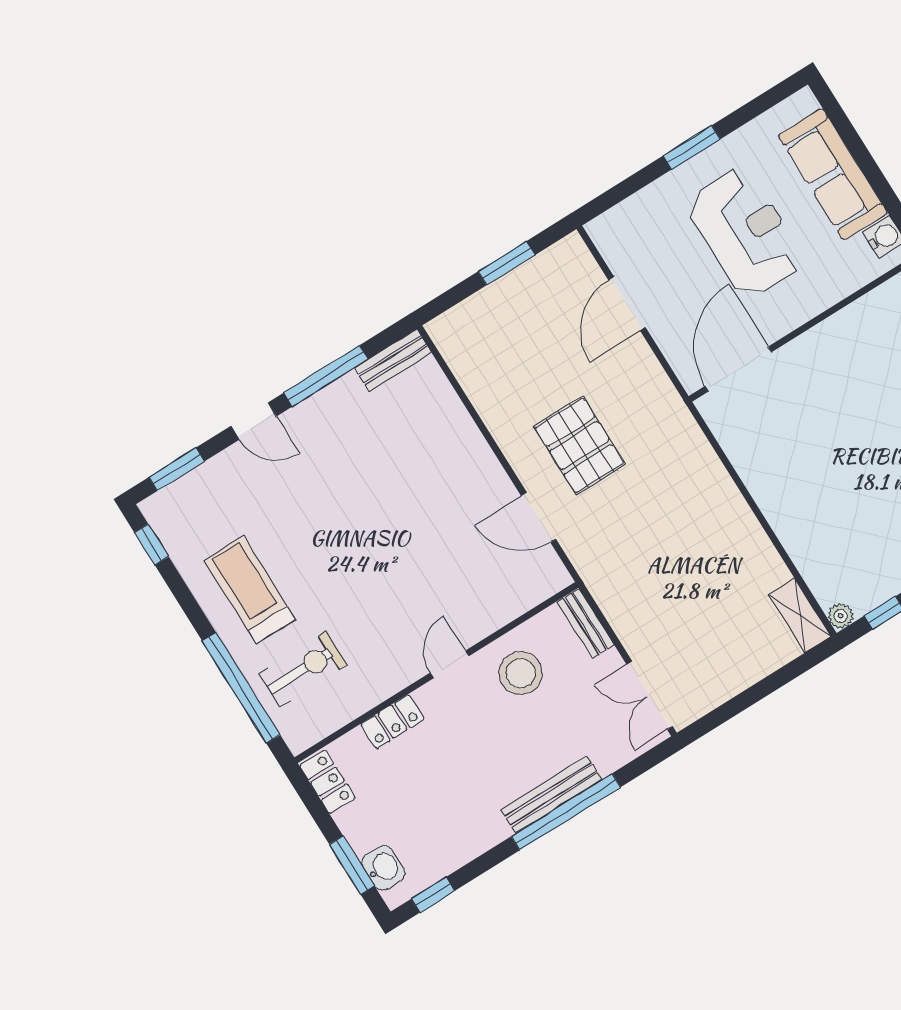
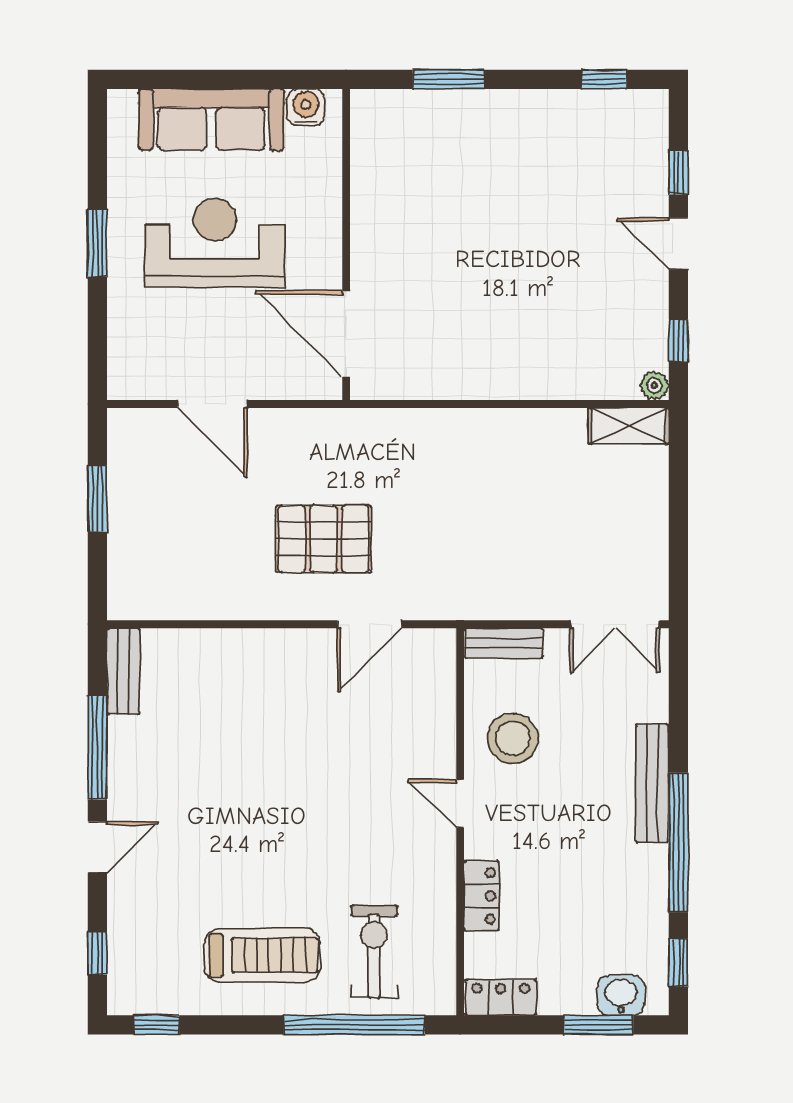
window: (177, 469) -> (97, 953), width x0.67
treadmill: (250, 590) -> (262, 955), turned 180
window: (566, 812) -> (678, 843), moved

